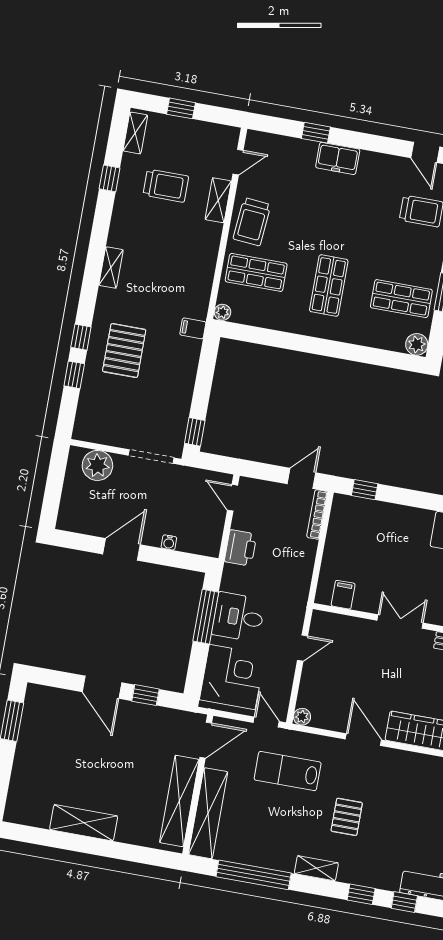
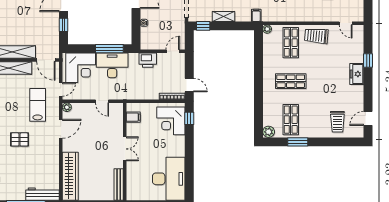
shelving: (218, 200) -> (223, 17), moved
corner desk: (363, 525) -> (171, 121), added
desk: (238, 617) -> (112, 65), width x1.37
door: (363, 740) -> (61, 129), moved

